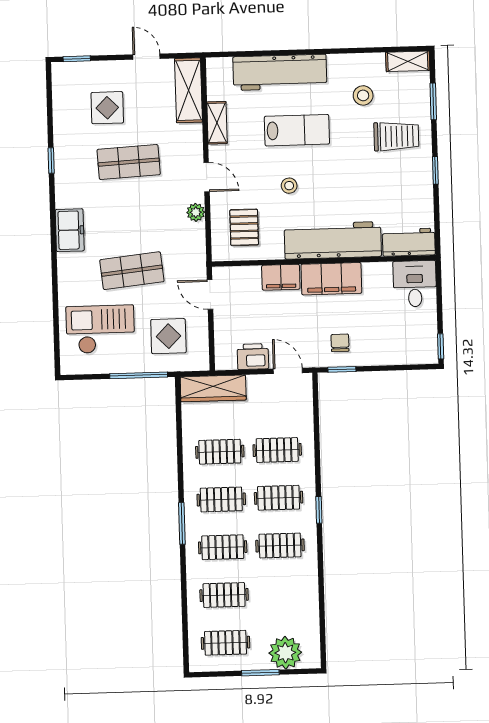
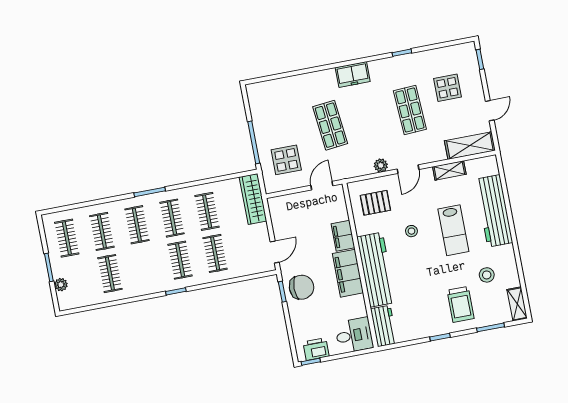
checkout: (100, 329) -> (283, 109), removed
chair: (340, 343) -> (302, 287), width x1.87, depth x1.87
printer: (253, 357) -> (316, 349), moved, turned -90
clothes rail: (280, 546) -> (110, 274), moved
plant: (285, 653) -> (61, 285), width x0.53, depth x0.53

